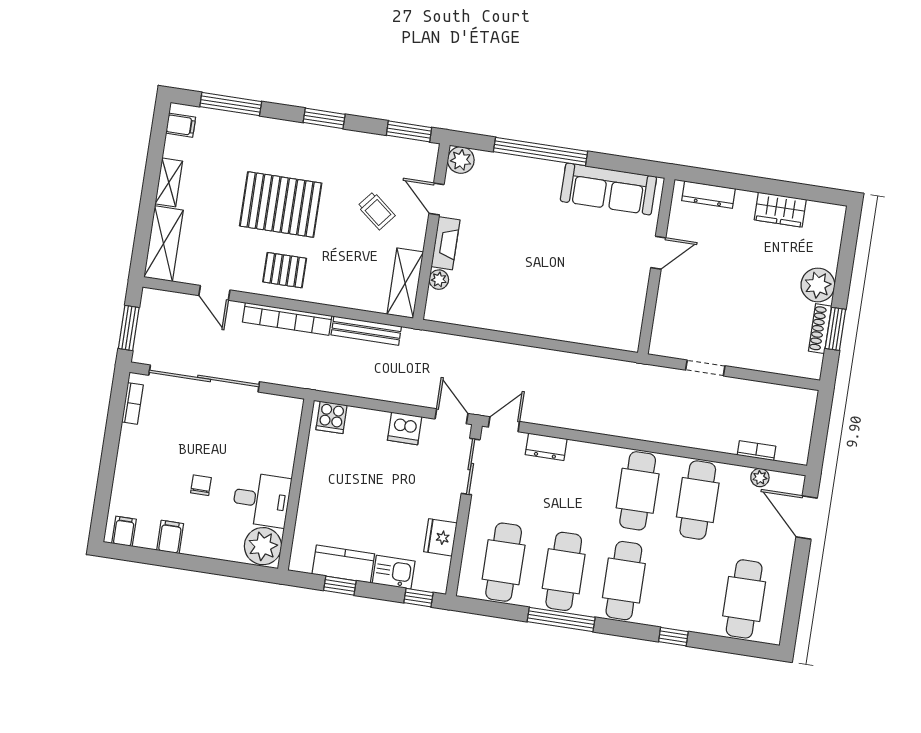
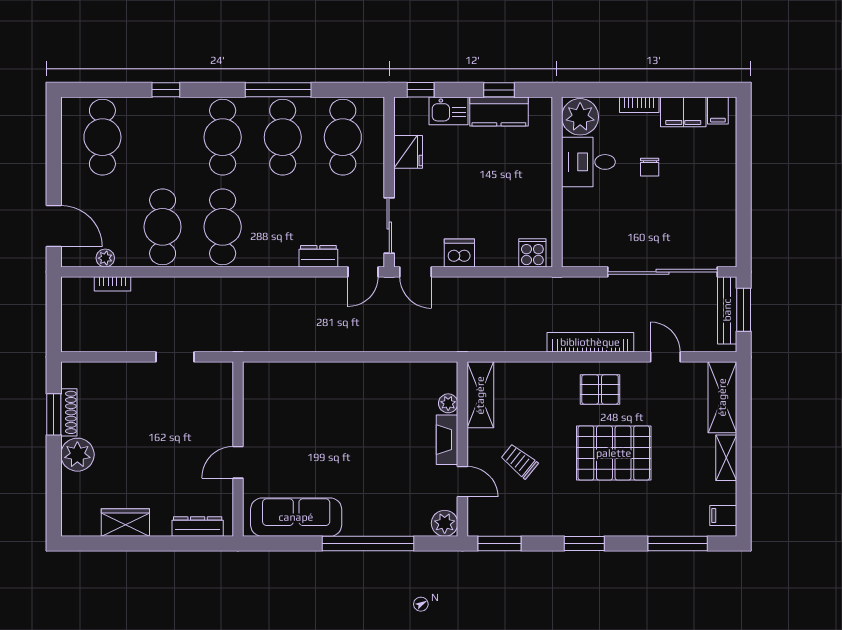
bench: (366, 331) -> (727, 310), moved, turned 90
bookcase: (132, 403) -> (639, 105), moved, turned -90
filing cabinet: (170, 537) -> (683, 112), width x2.00

